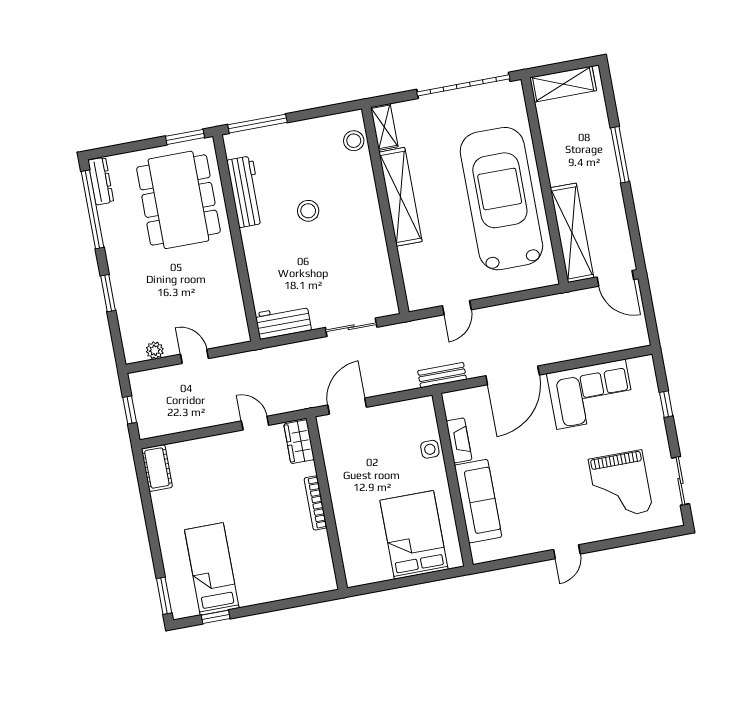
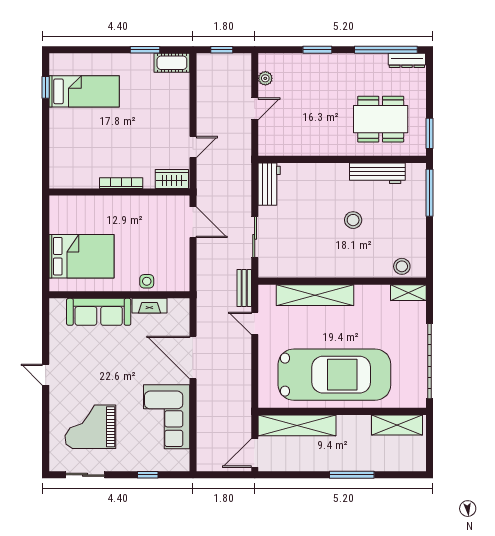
shelving: (563, 84) -> (397, 425), moved, turned 90
shelving: (400, 197) -> (315, 295), moved
dining table: (178, 200) -> (381, 119), width x0.73, depth x0.80
bench: (442, 375) -> (244, 288), moved
window: (164, 596) -> (145, 50), moved

